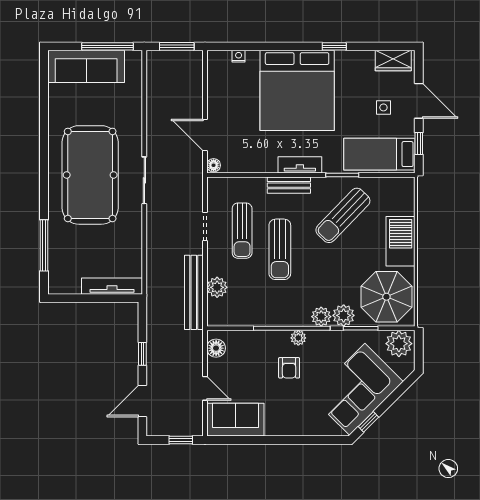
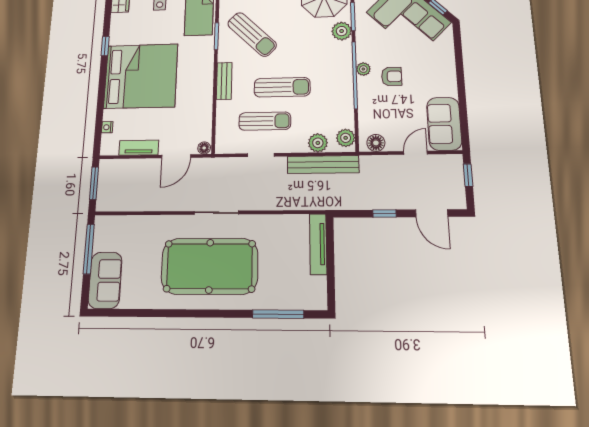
sofa: (86, 66) -> (105, 280), width x0.73
tv unit: (300, 165) -> (139, 148), moved, turned 90
plant: (321, 317) -> (346, 138), moved

